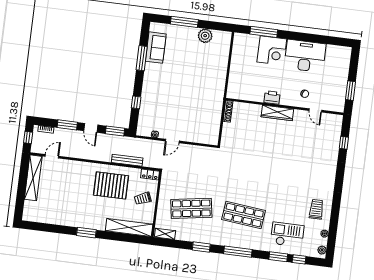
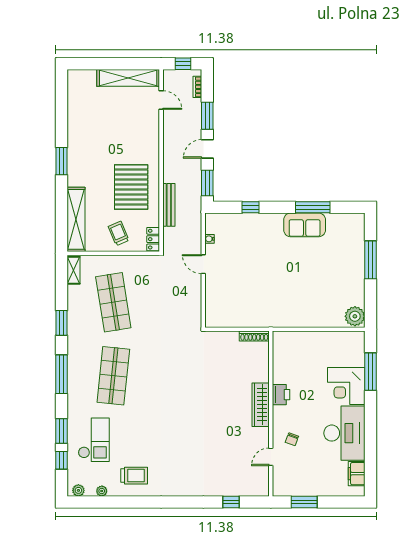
plant: (205, 36) -> (355, 316), moved
sofa: (156, 48) -> (305, 225), moved
filing cabinet: (335, 51) -> (357, 474), added

